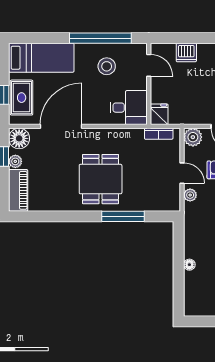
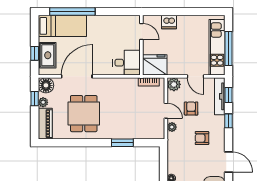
window: (100, 38) -> (72, 11), moved
stool: (107, 66) -> (110, 32), removed
fridge: (159, 114) -> (155, 65), width x1.88, depth x1.34
dining table: (101, 179) -> (84, 114), moved
window: (123, 216) -> (122, 143), width x0.69

